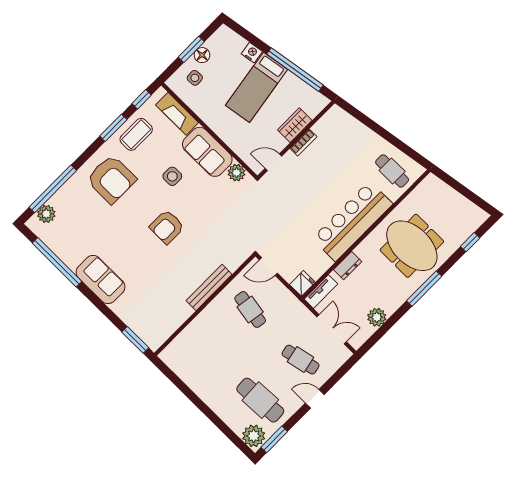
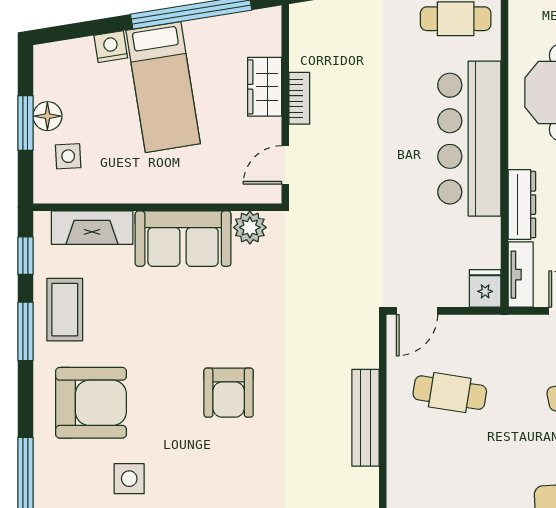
side table: (172, 176) -> (129, 479), moved
dresser: (348, 266) -> (522, 205), width x1.44

